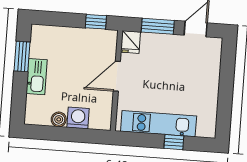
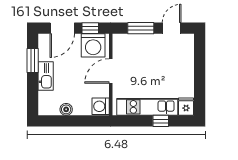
door: (61, 19) -> (62, 28), added
fridge: (131, 42) -> (186, 107), moved, turned 180
washing machine: (98, 43) -> (93, 45), added
washing machine: (78, 118) -> (101, 106), moved, turned -90

